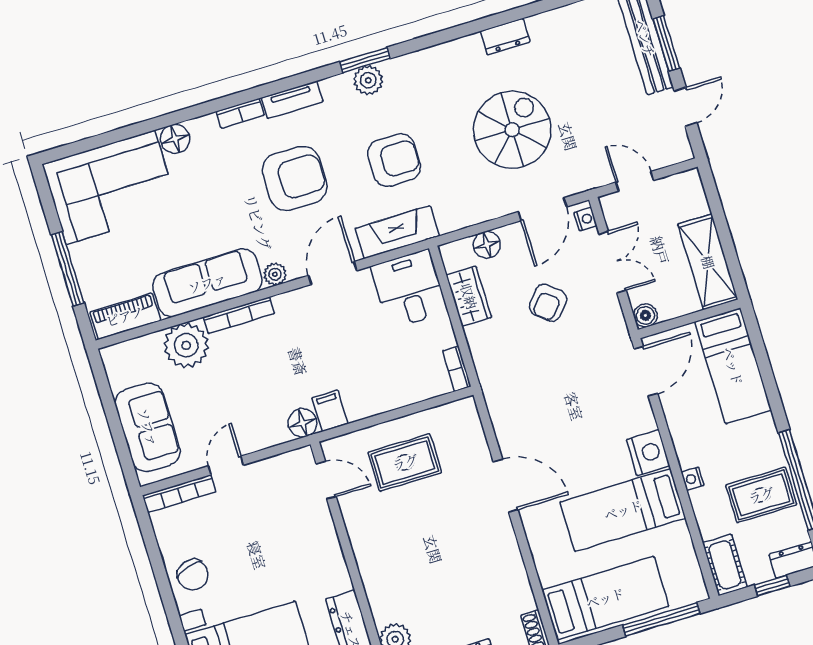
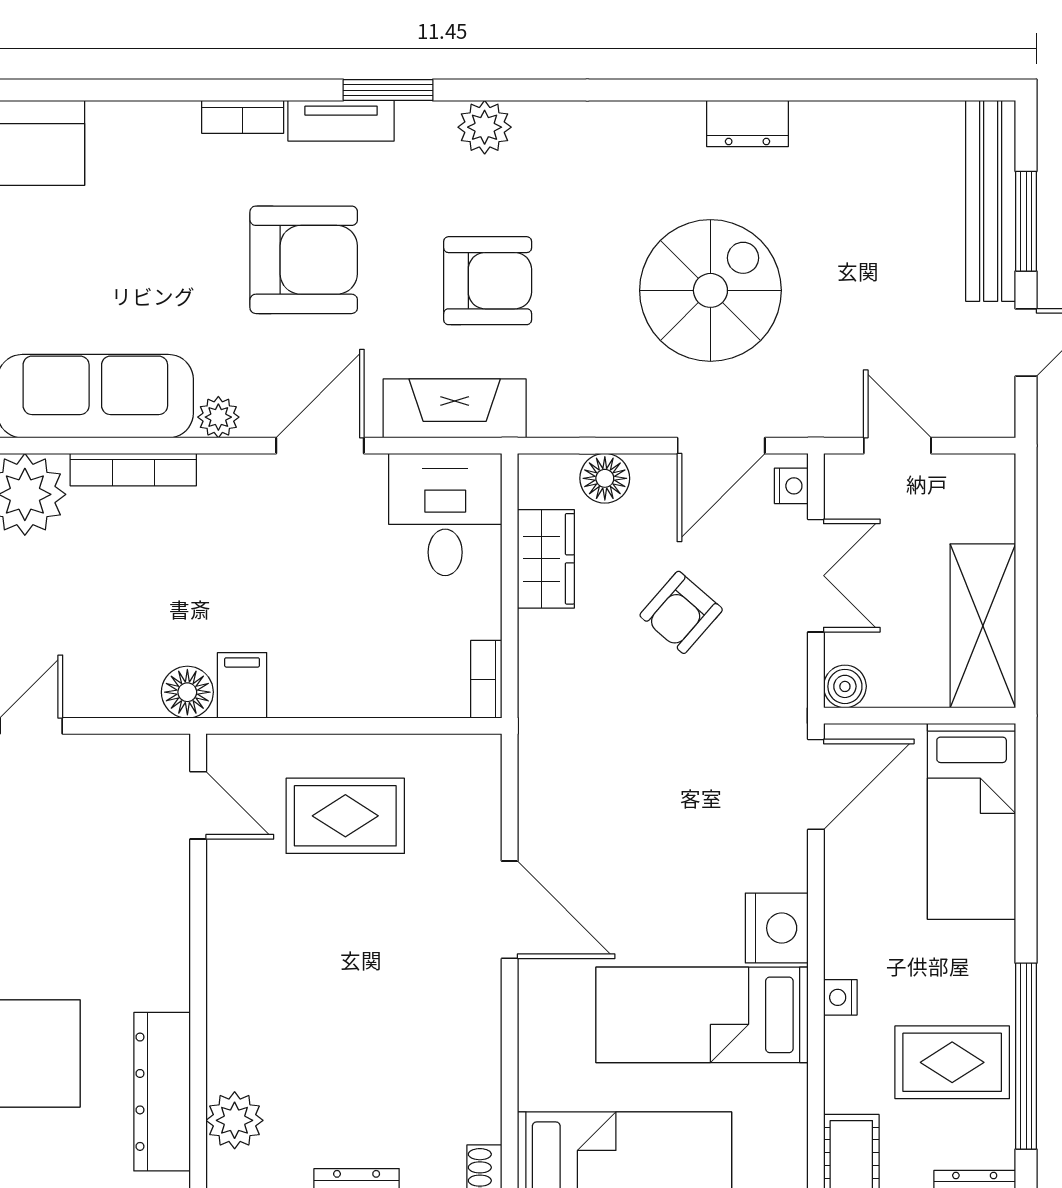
window: (365, 60) -> (388, 90), moved
floor lamp: (175, 139) -> (115, 127), removed

